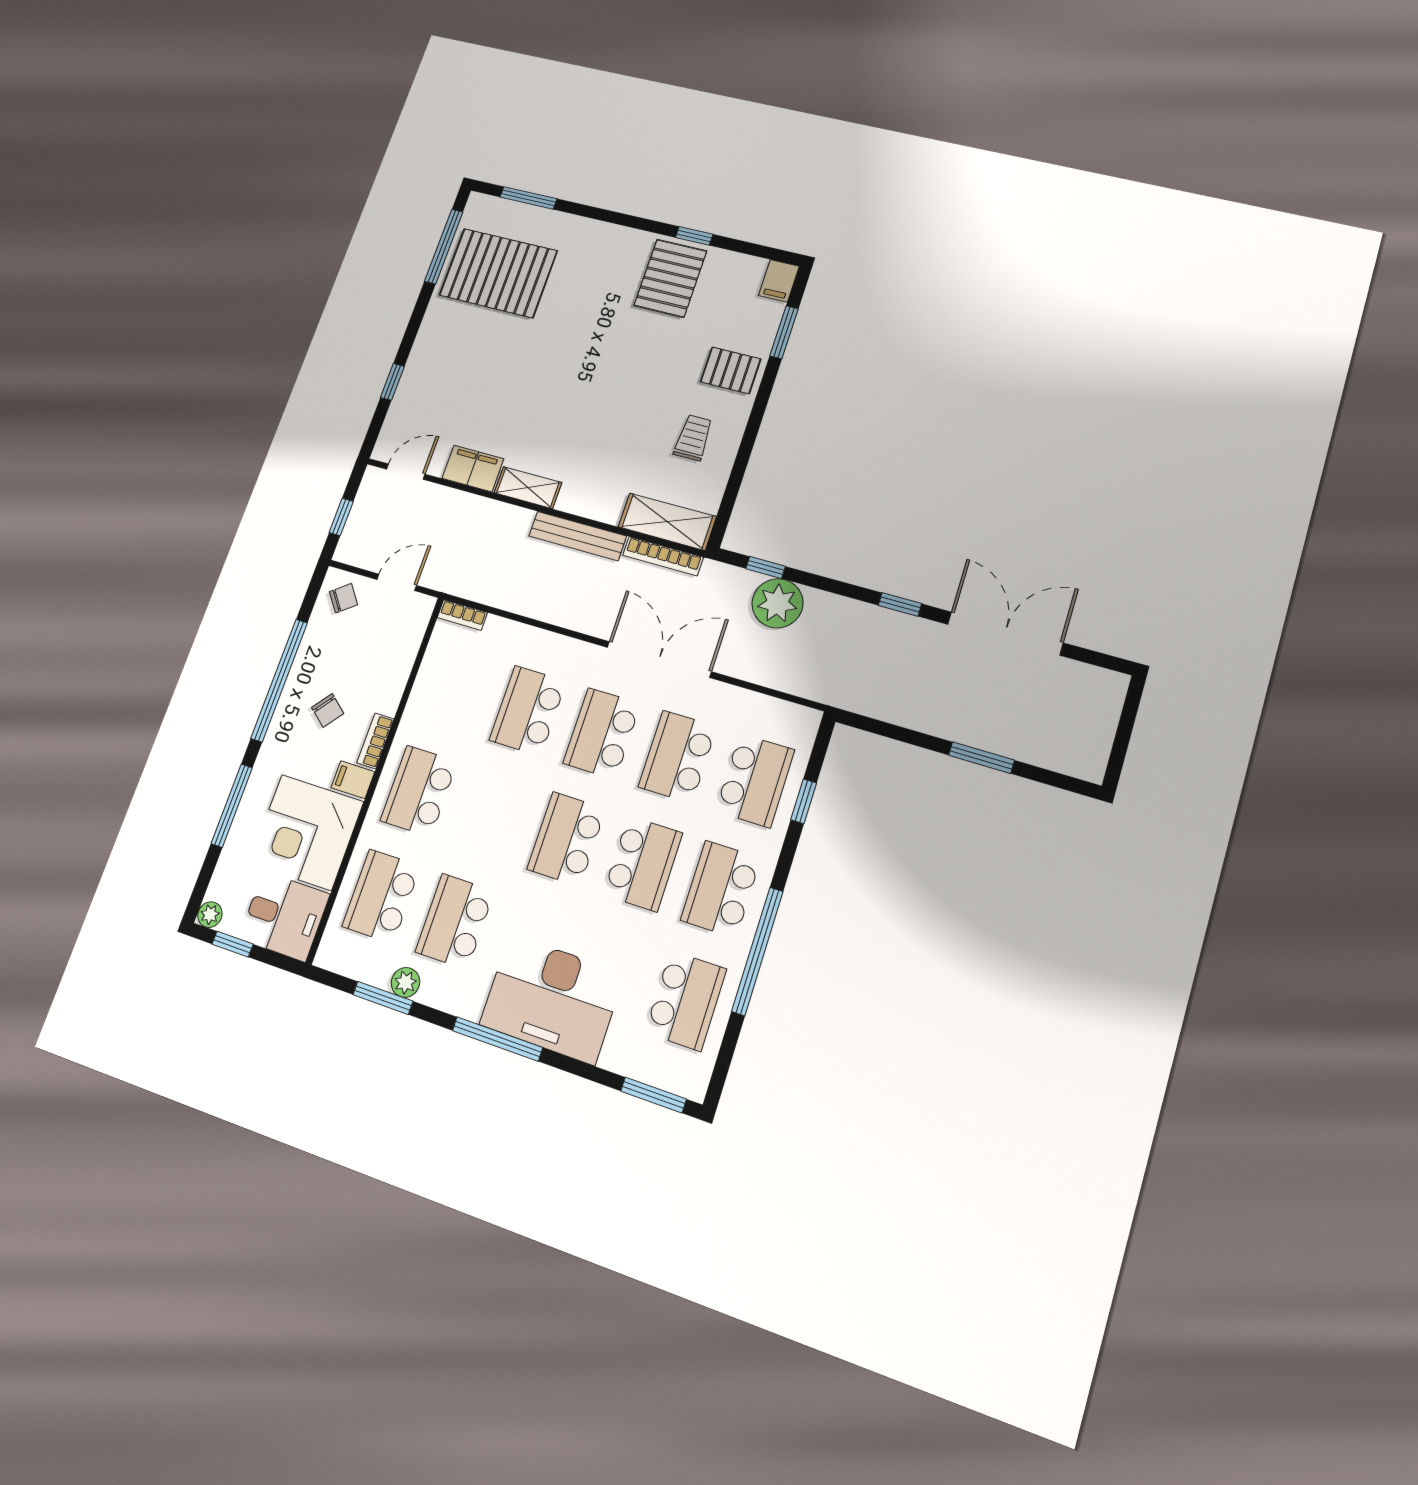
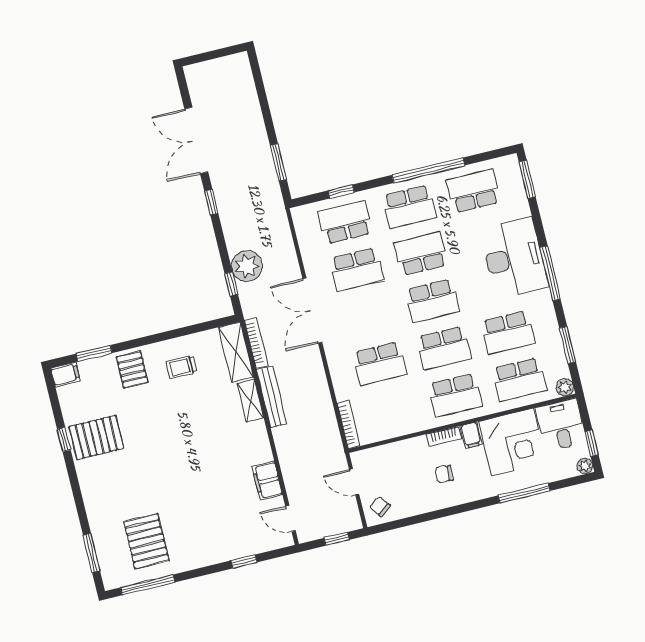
pallet: (498, 273) -> (146, 541), width x0.73, depth x0.71
shelving: (528, 488) -> (250, 401), moved
bookcase: (462, 615) -> (348, 425), width x1.56
window: (279, 680) -> (444, 513), removed
chair: (328, 710) -> (444, 474), turned -124
school desk: (602, 733) -> (444, 348), moved
window: (981, 758) -> (278, 162), moved
plant: (405, 982) -> (565, 387), moved

